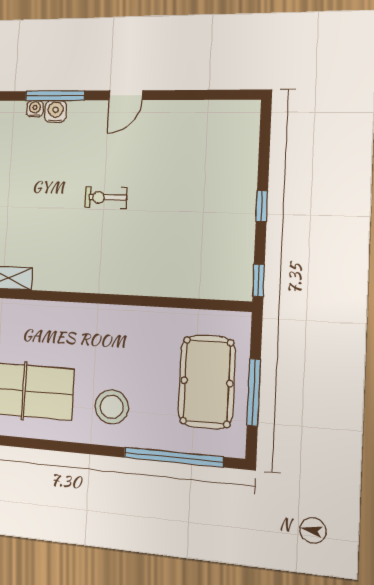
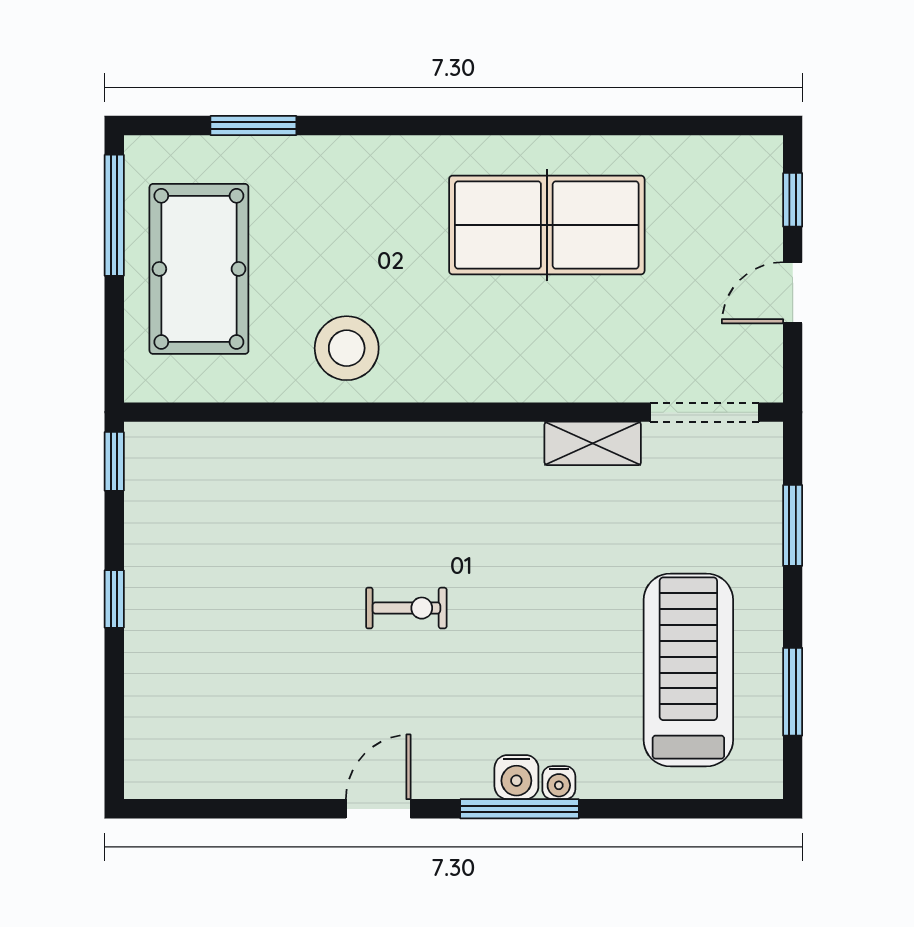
window: (254, 392) -> (114, 215), moved
stool: (112, 407) -> (347, 348), moved
window: (173, 457) -> (253, 126), width x0.47

